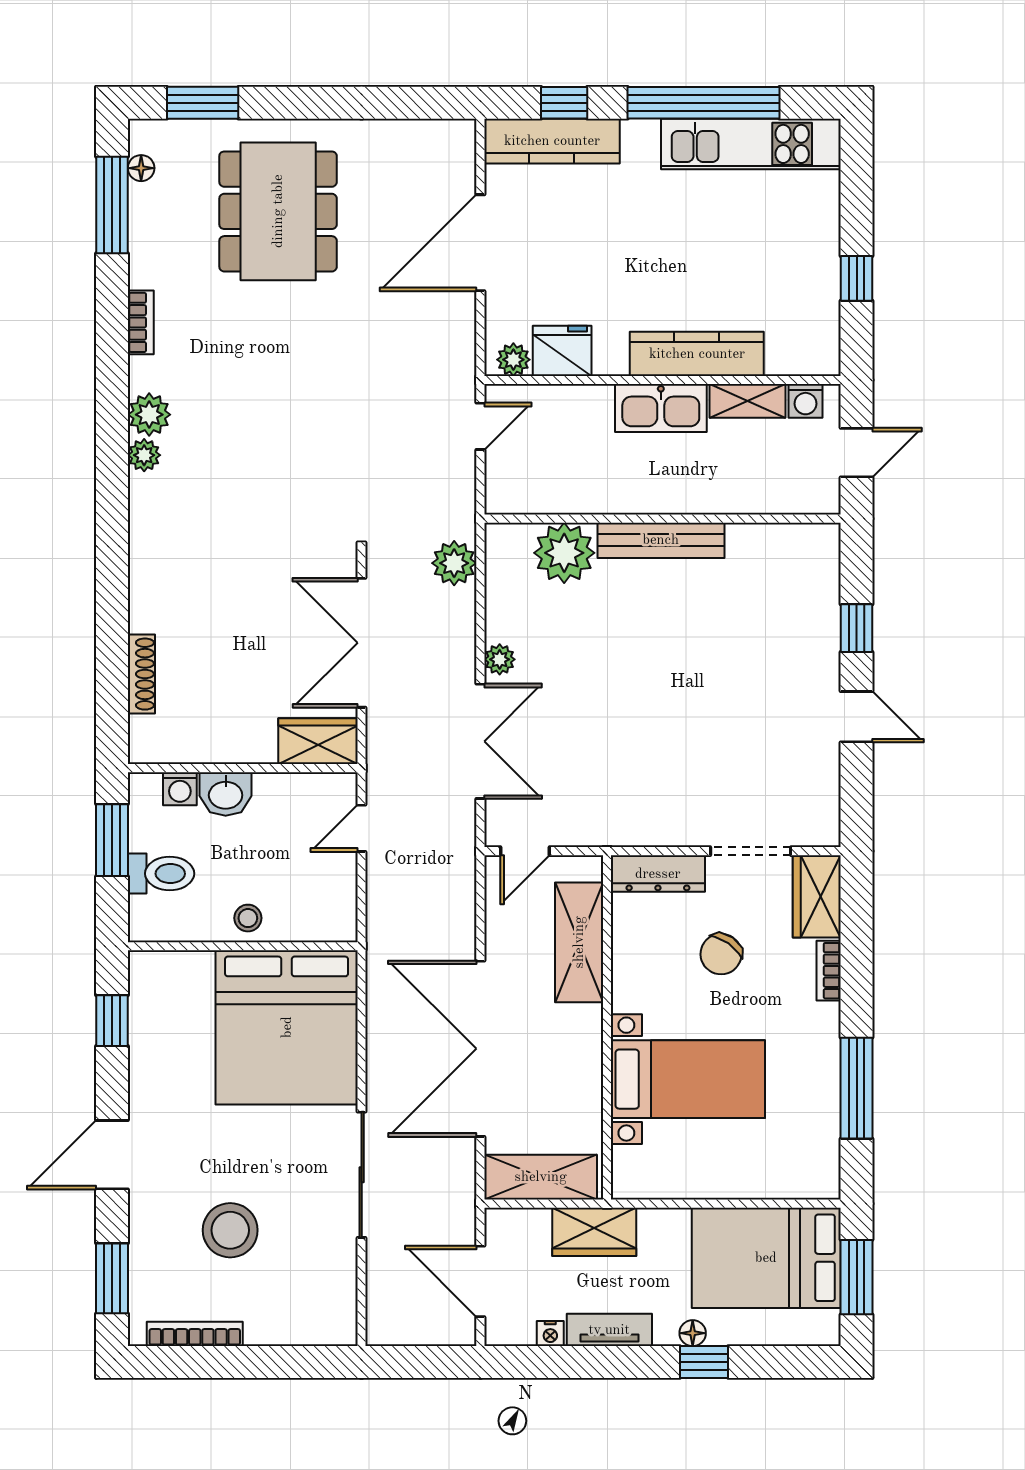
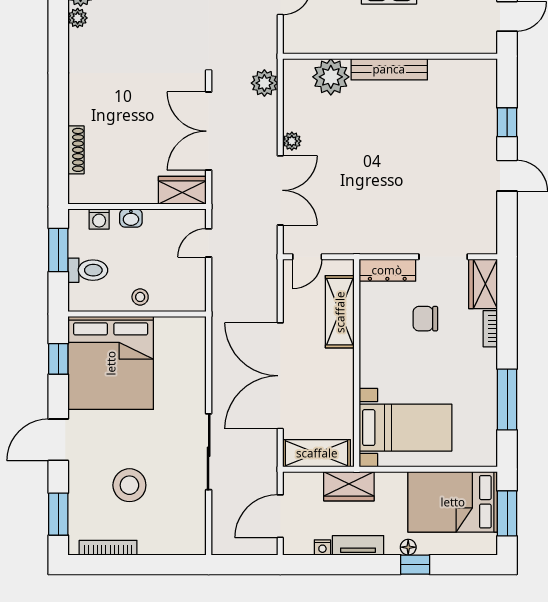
washbasin: (226, 794) -> (131, 218), width x0.72, depth x0.69
chair: (721, 954) -> (425, 319), turned 55
bed: (287, 1027) -> (111, 363), moved
bed with nightstands: (688, 1079) -> (405, 428), moved
door: (480, 1281) -> (280, 516), hinge flipped

